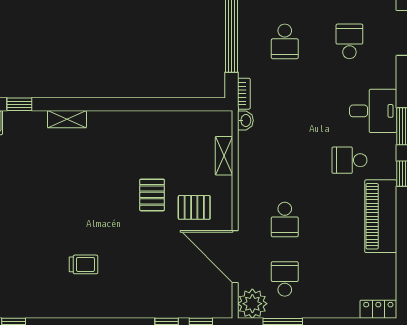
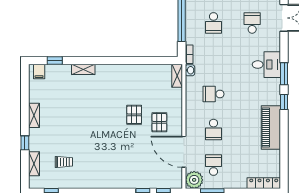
shelving: (224, 156) -> (177, 76), moved
school desk: (349, 160) -> (213, 94), moved
pallet: (194, 207) -> (159, 122), turned 90
trolley: (83, 264) -> (64, 162), moved
locker: (378, 309) -> (264, 183), width x1.53

